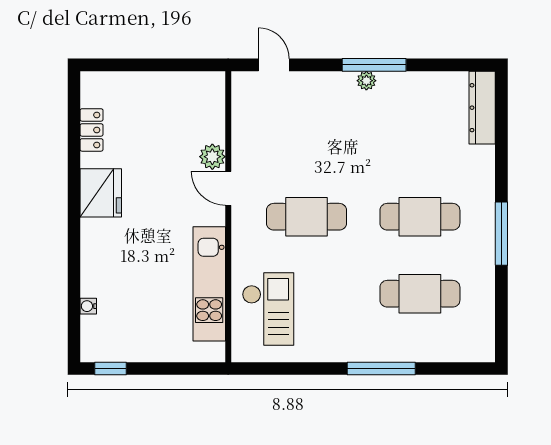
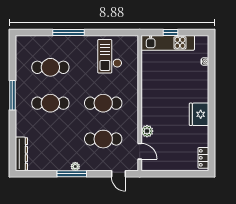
locker: (92, 130) -> (203, 158), moved
cafe table: (306, 140) -> (103, 139), added
door: (228, 188) -> (140, 151), moved
kitchen unit: (209, 284) -> (168, 43), moved, turned 90
checkout: (268, 309) -> (110, 56), moved
window: (111, 369) -> (171, 32), moved

